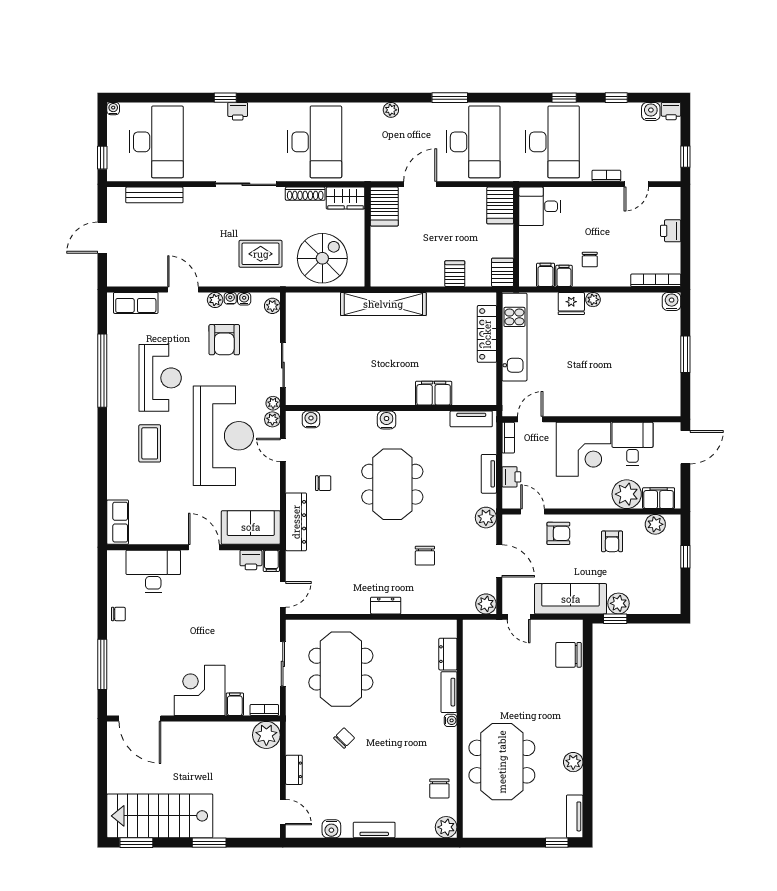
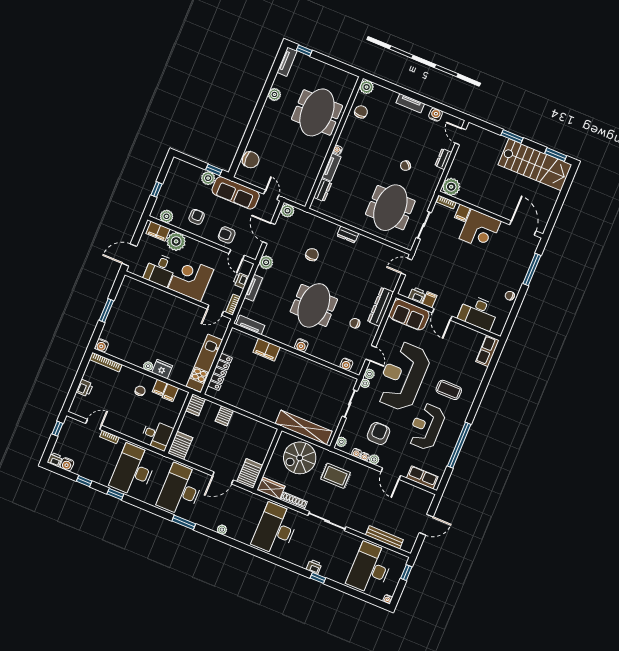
shelving: (383, 304) -> (304, 427), moved
coffee table: (150, 443) -> (449, 390), turned 90
filing cabinet: (271, 561) -> (430, 300), moved

